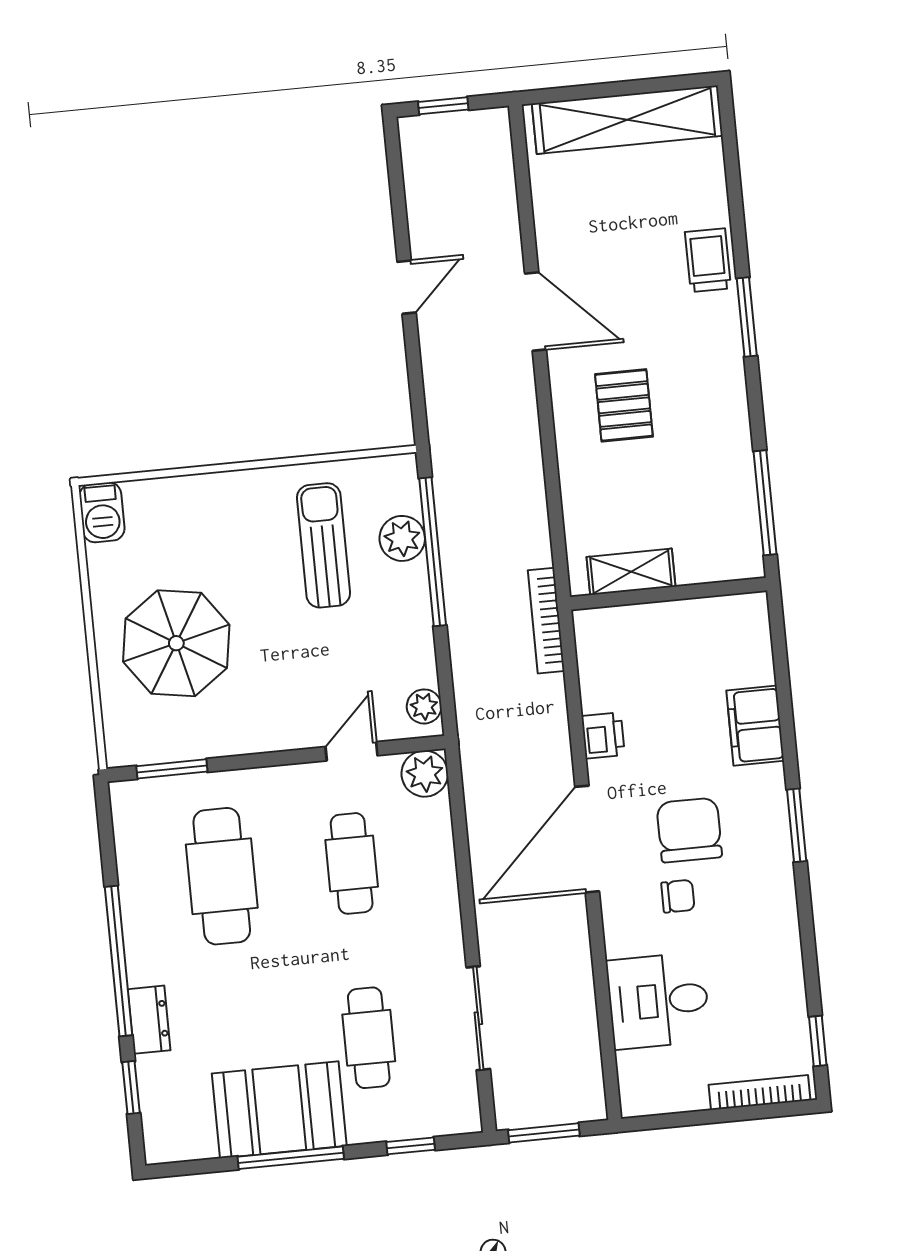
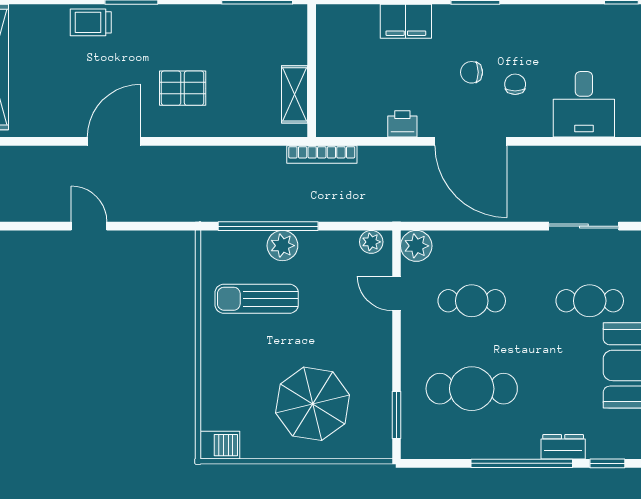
plant: (402, 538) -> (282, 246), moved
chair: (689, 830) -> (472, 72), width x0.54, depth x0.54

